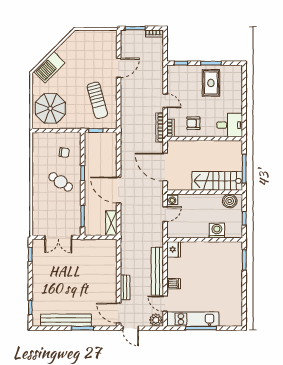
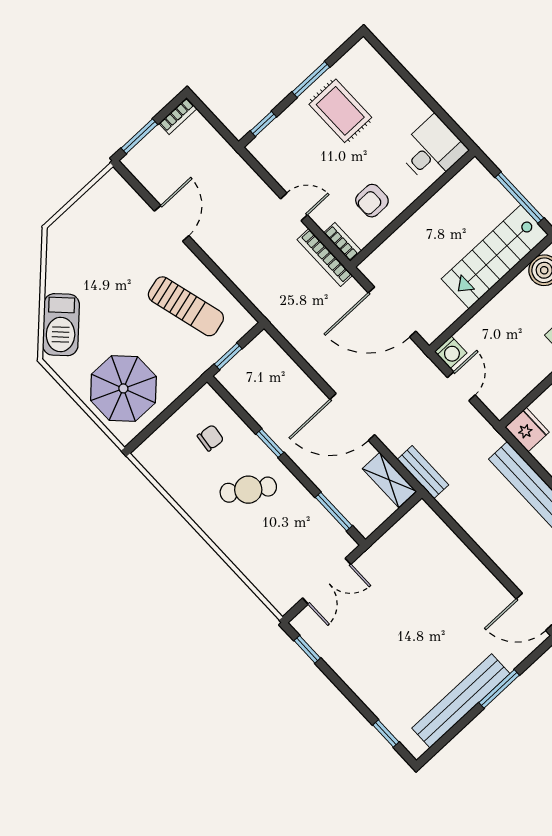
bench: (125, 287) -> (423, 472), moved

